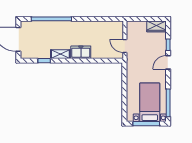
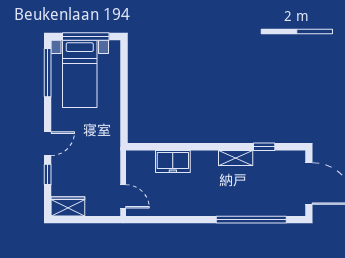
door: (125, 46) -> (123, 196), moved
freezer: (81, 52) -> (173, 161), moved

